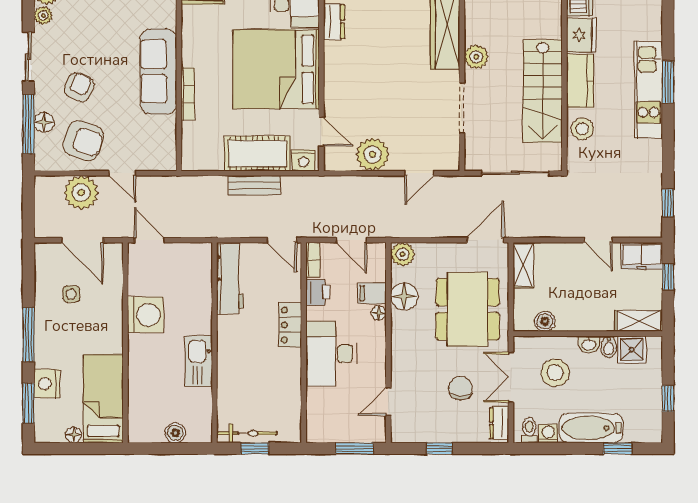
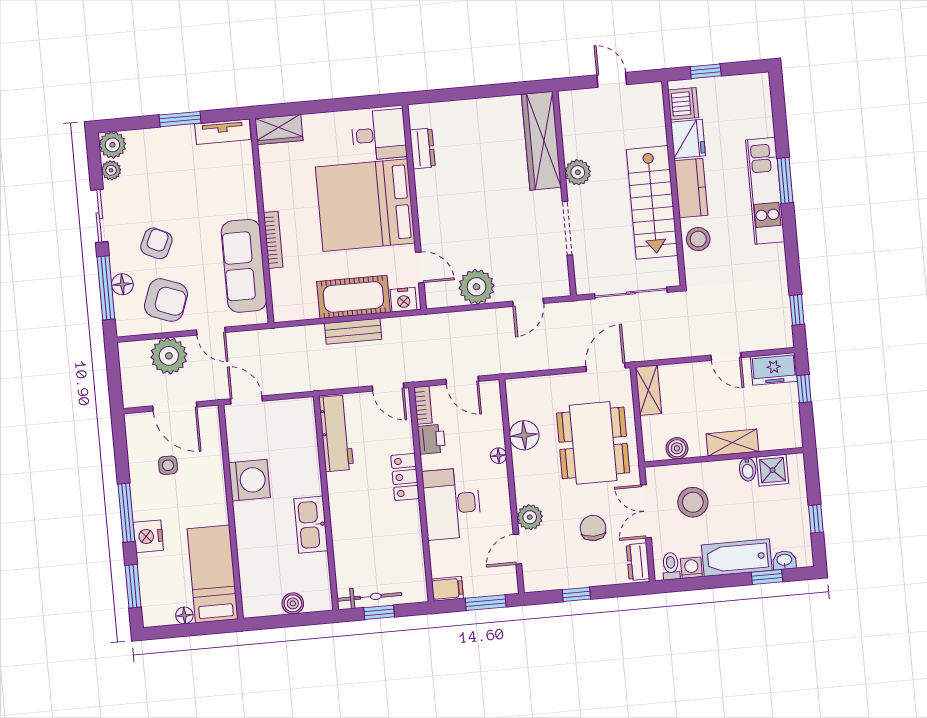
sofa: (158, 71) -> (244, 266), moved
plant: (402, 254) -> (530, 517), moved
filing cabinet: (372, 293) -> (447, 589), moved, turned 180
shelving: (639, 321) -> (732, 443), moved
washbasin: (589, 344) -> (784, 560), moved, turned 180
nightstand: (47, 384) -> (148, 536), moved

